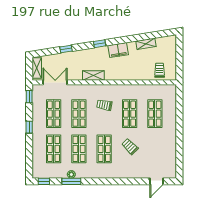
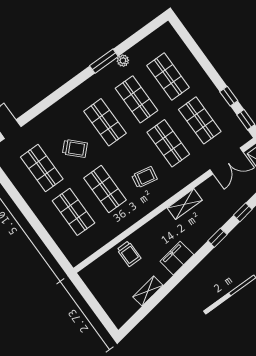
window: (100, 44) -> (217, 238), moved
trolley: (160, 70) -> (129, 254), moved
window: (29, 127) -> (229, 96), moved
shop shelf: (155, 149) -> (42, 168), added
window: (44, 181) -> (151, 27), removed
window: (71, 181) -> (104, 61), moved

